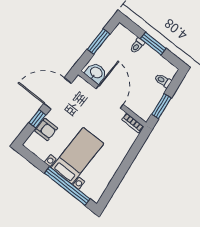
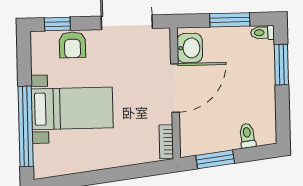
window: (153, 44) -> (281, 65), moved
toilet: (137, 46) -> (263, 33), moved
window: (37, 119) -> (57, 24), moved

